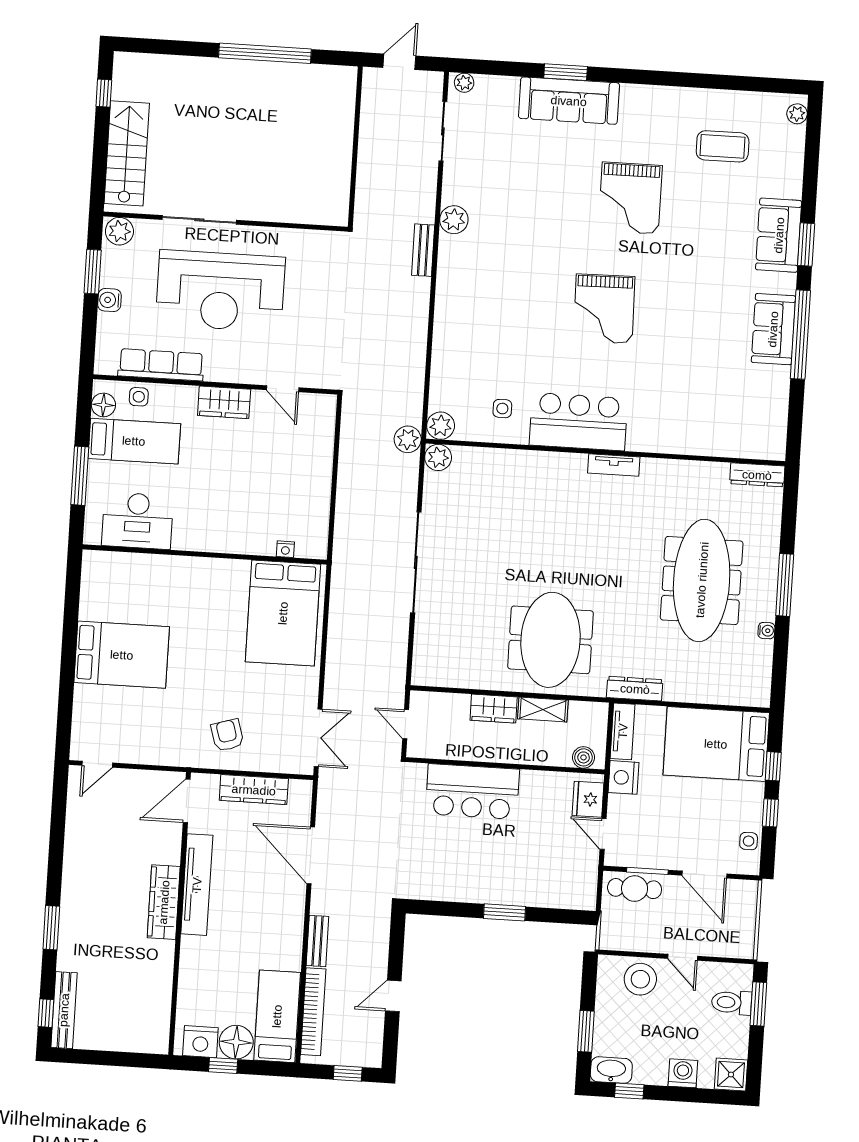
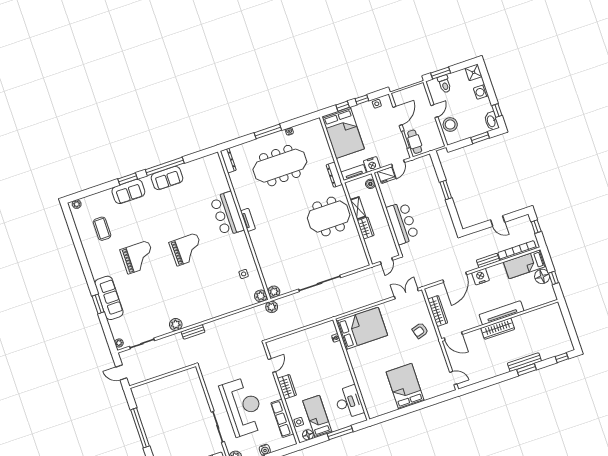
bar counter: (578, 422) -> (227, 214), moved
tv unit: (197, 885) -> (501, 313), moved
bench: (64, 1010) -> (524, 362), moved
nightstand: (200, 1042) -> (481, 277), moved, turned -90

